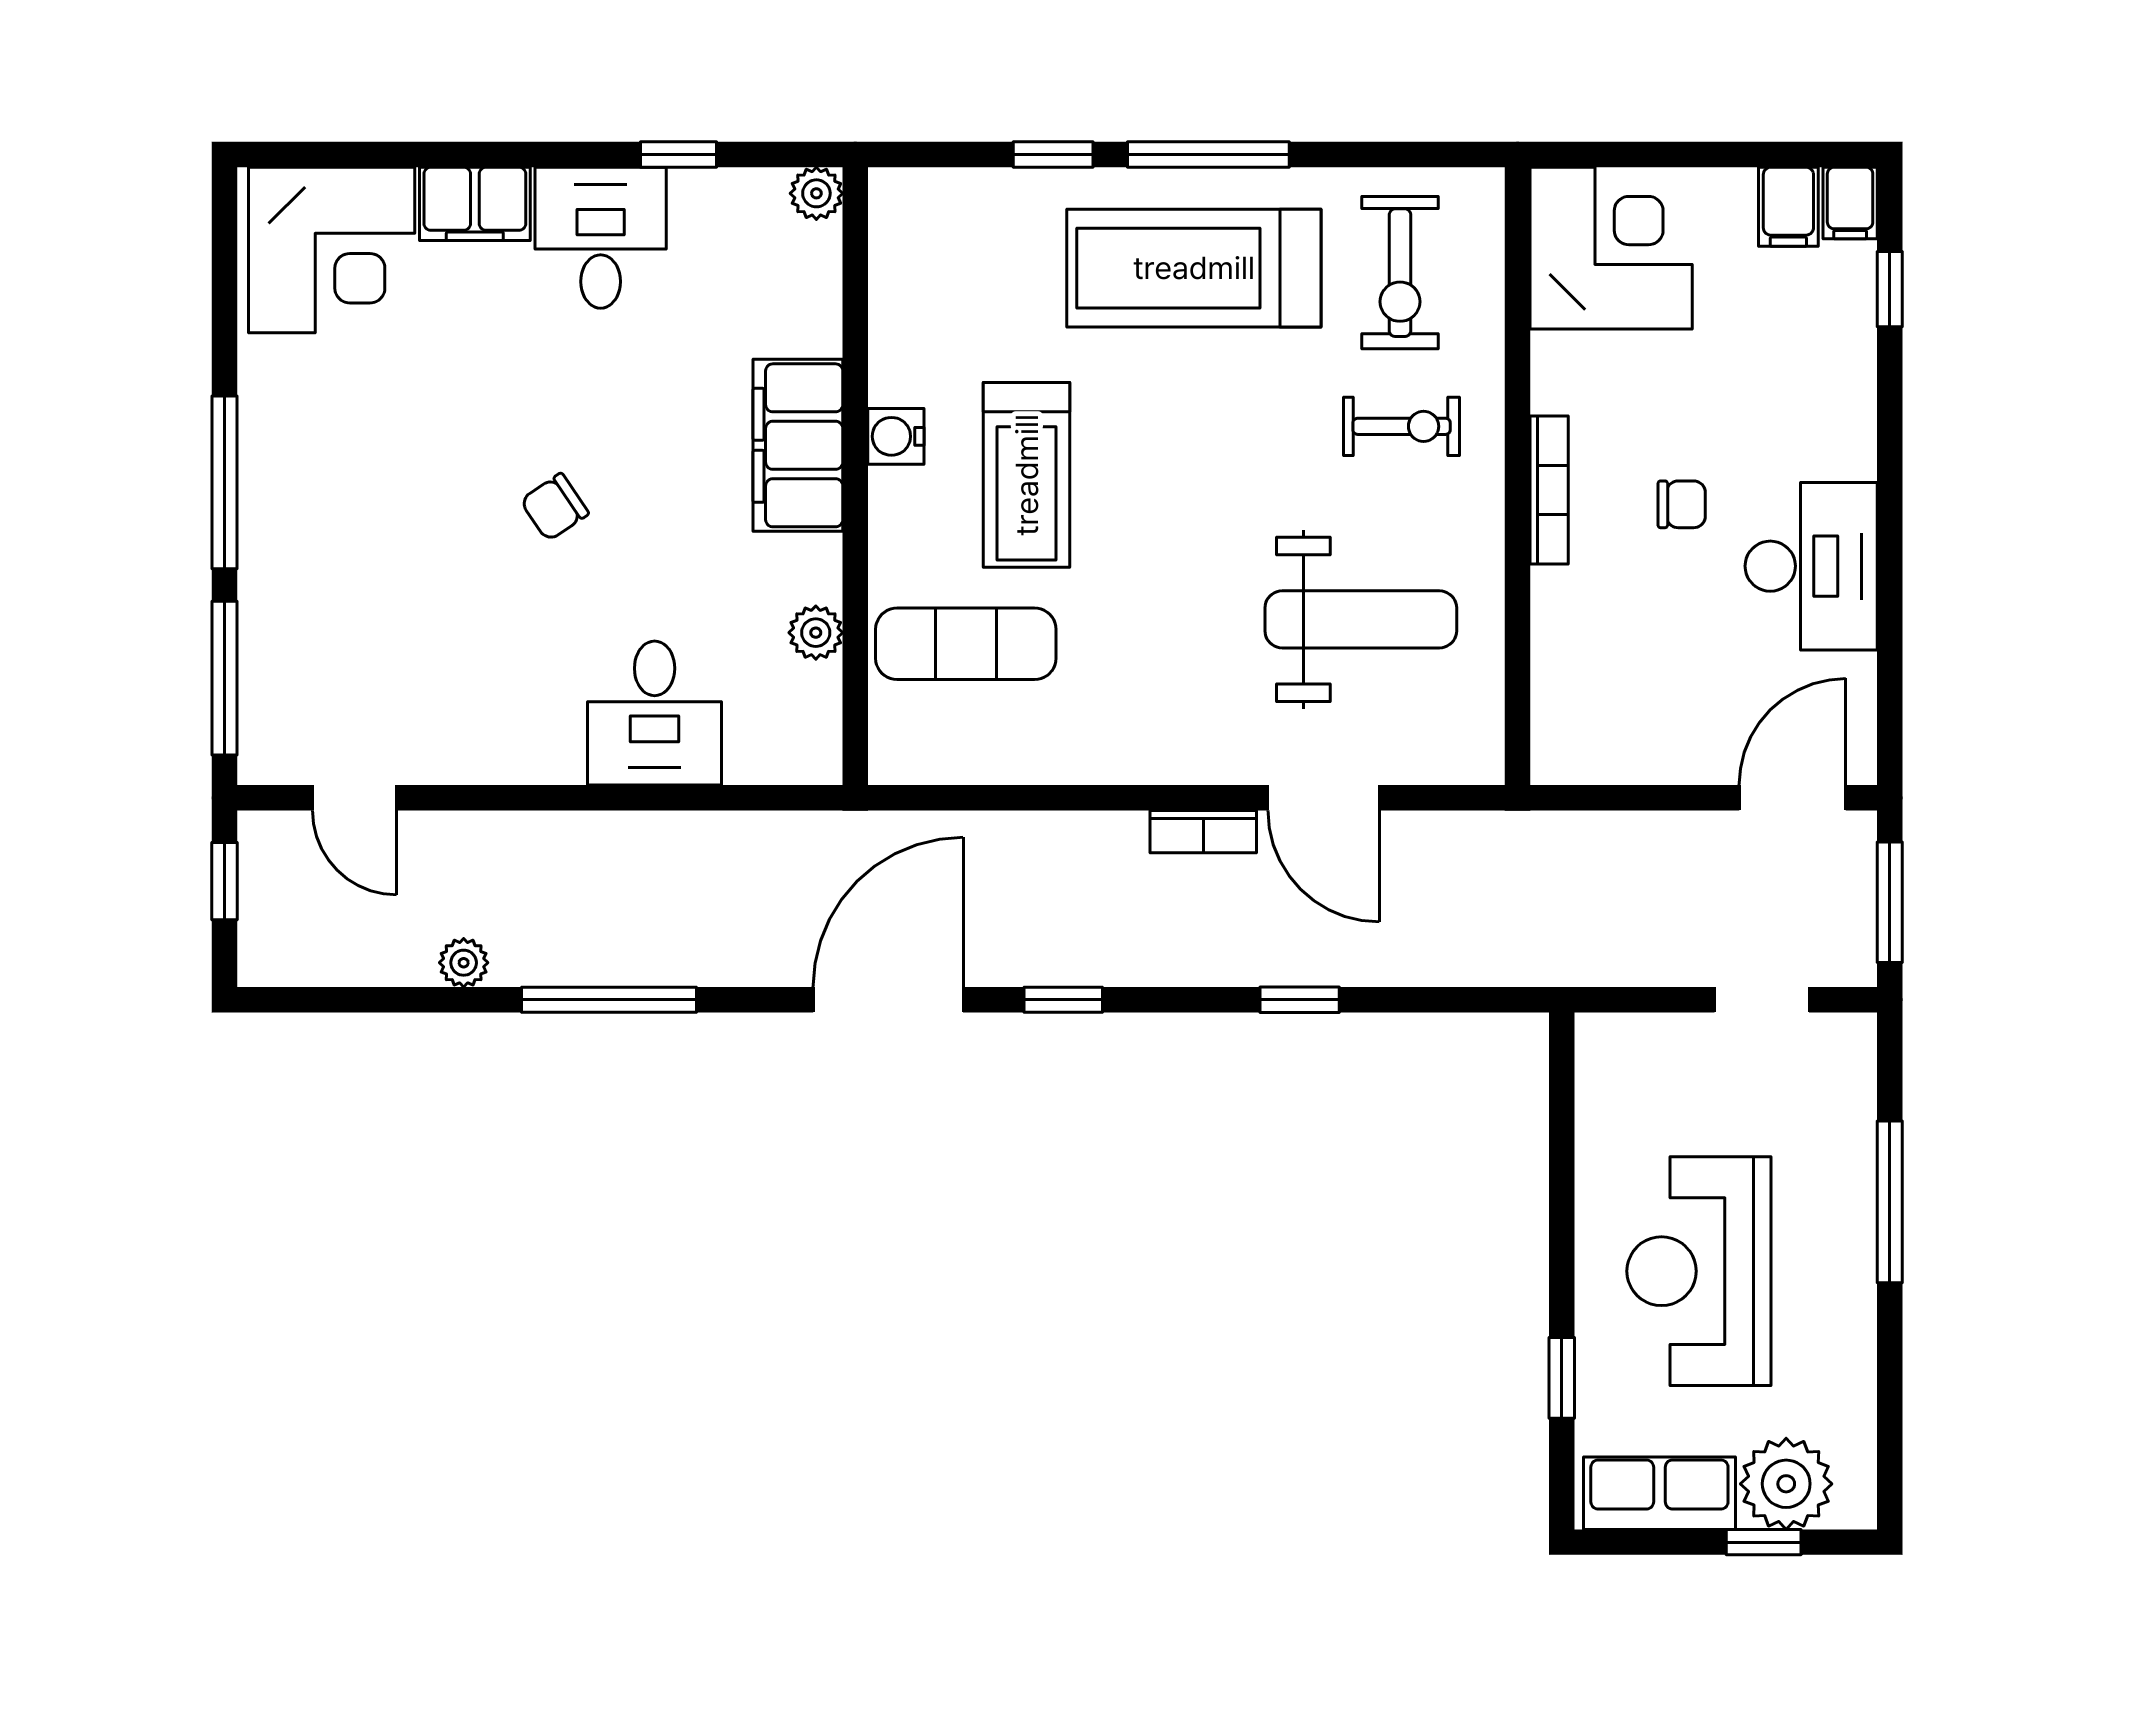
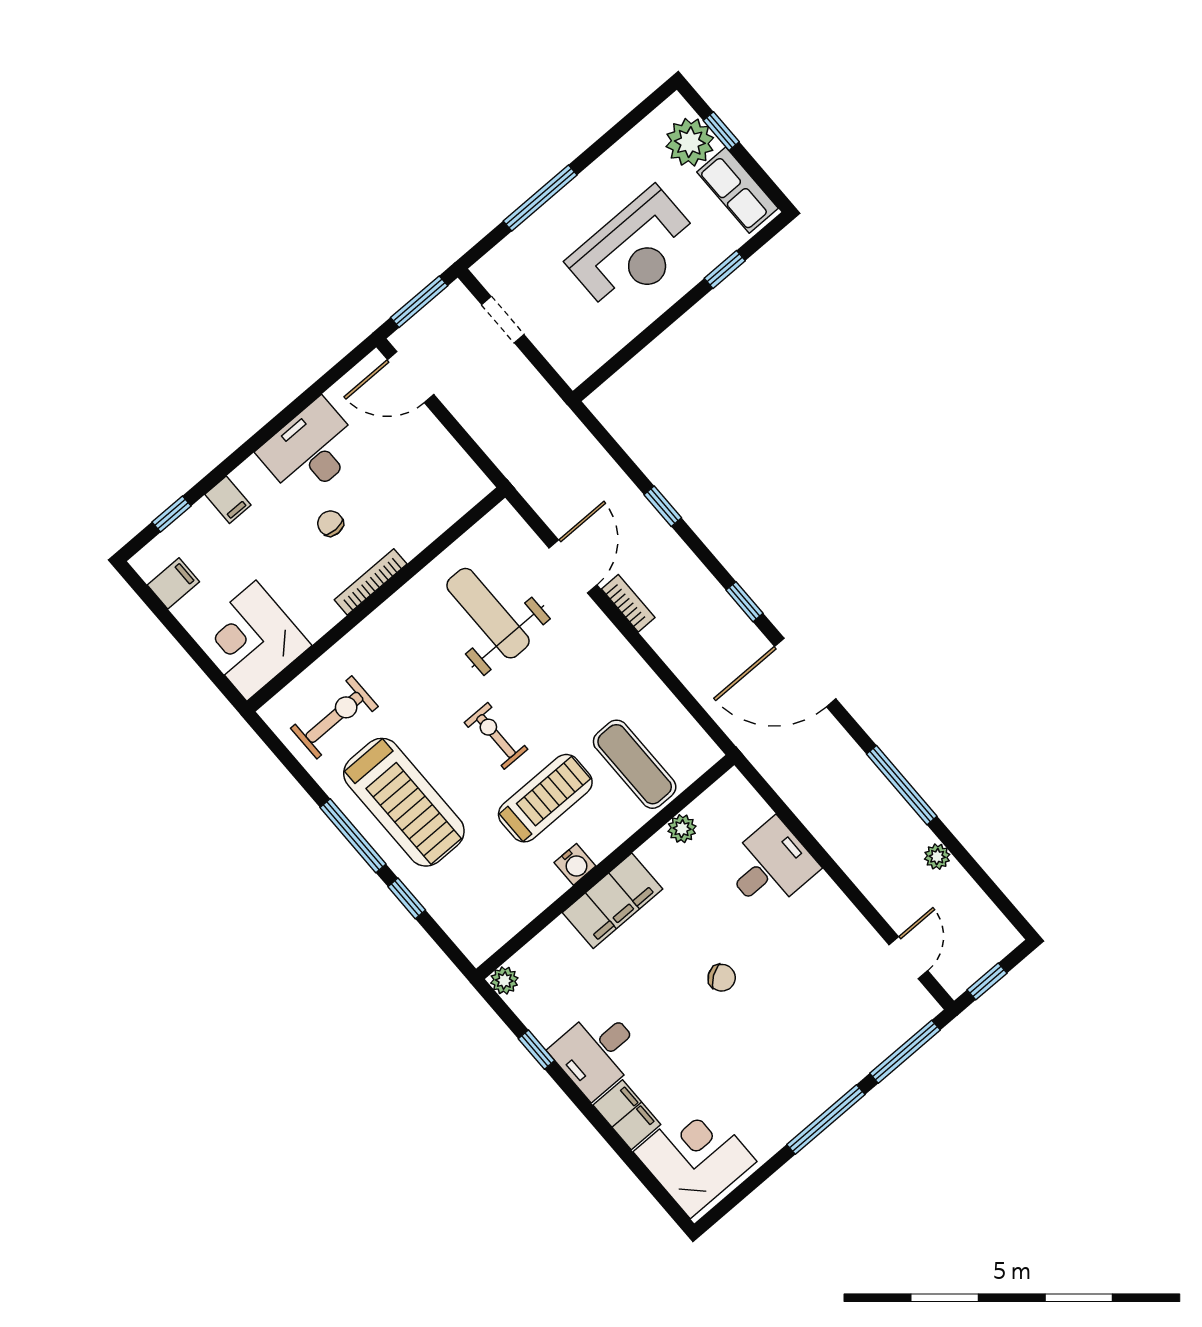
filing cabinet: (1850, 203) -> (228, 500), moved, turned 90
exercise bike: (1402, 426) -> (496, 736), moved

